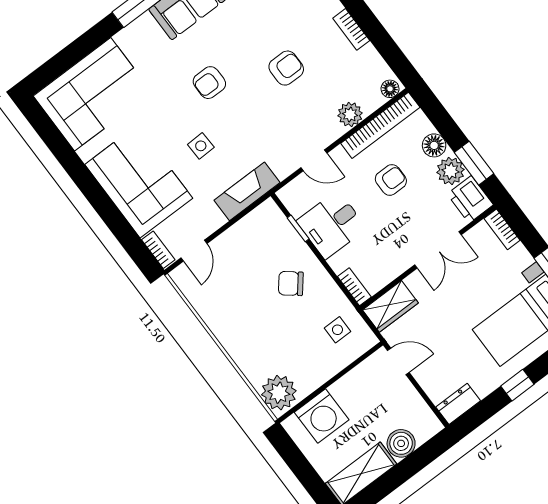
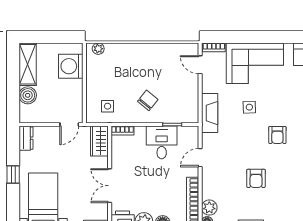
armchair: (209, 83) -> (277, 135), turned 180
plant: (350, 114) -> (209, 208), moved
armchair: (391, 180) -> (162, 188), removed
plant: (279, 393) -> (98, 49), width x0.53, depth x0.53

